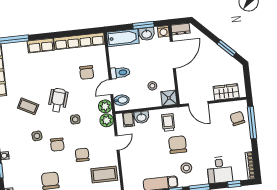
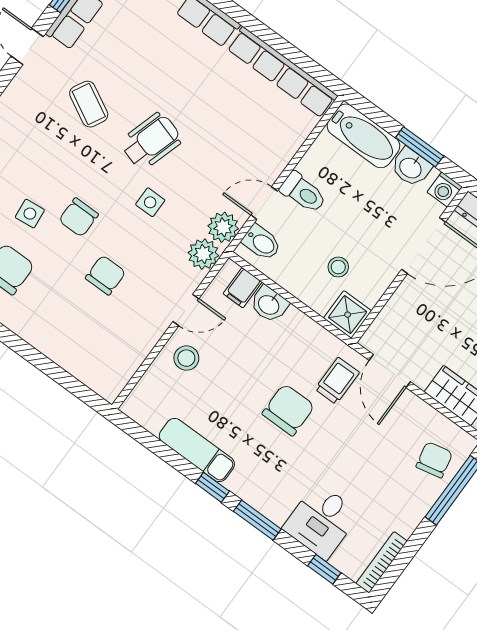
chair: (87, 72) -> (245, 139), removed
trolley: (168, 122) -> (337, 381), moved
side table: (37, 136) -> (30, 214), moved
stool: (186, 168) -> (186, 358), moved
coffee table: (104, 174) -> (113, 345), removed

